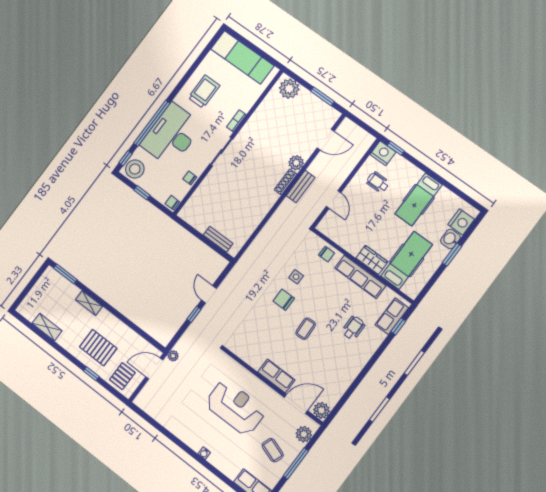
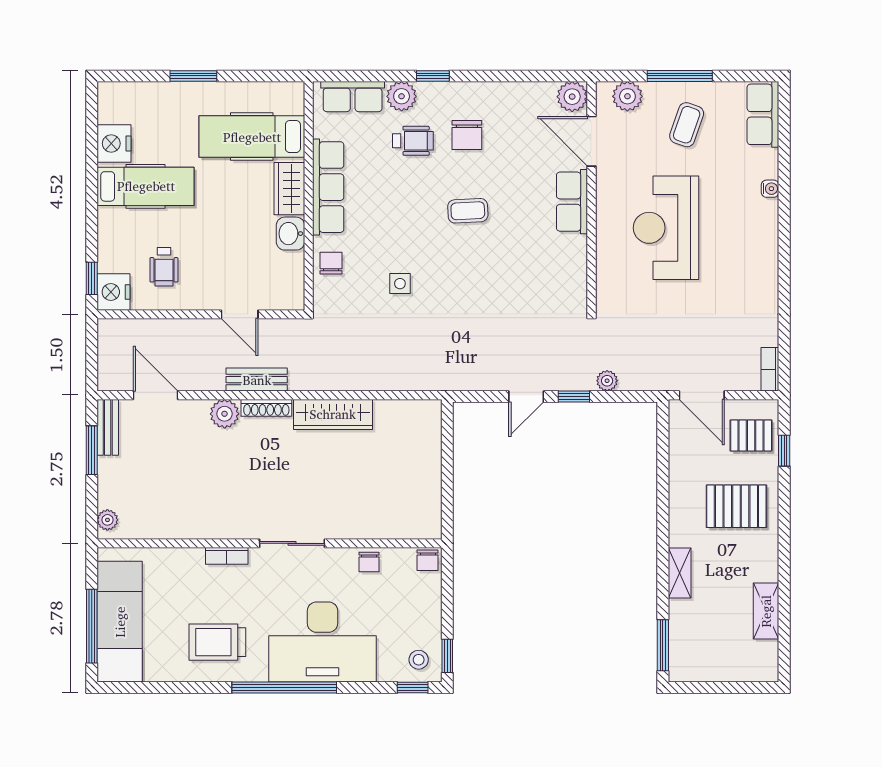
window: (249, 45) -> (92, 626), added
plant: (289, 89) -> (107, 520), width x0.53, depth x0.53
window: (152, 123) -> (284, 688), moved
stool: (135, 169) -> (419, 660), width x0.53, depth x0.53
window: (142, 193) -> (447, 656), moved
door: (334, 200) -> (240, 314), swing flipped
wardrobe: (262, 208) -> (333, 414), added
nightstand: (461, 222) -> (114, 143), moved, turned -90
bench: (218, 239) -> (108, 427), moved
washbasin: (450, 239) -> (290, 234), moved, turned 90
chair: (284, 300) -> (467, 135), moved
window: (398, 326) -> (433, 76), moved
wheelchair: (353, 328) -> (413, 141), turned 180
plant: (376, 337) -> (402, 96), added
pallet: (98, 348) -> (736, 506), turned 90
plant: (173, 356) -> (607, 381), moved
window: (91, 374) -> (784, 451), moved
bookcase: (144, 405) -> (770, 369), added
water cooler: (204, 453) -> (770, 189), moved

